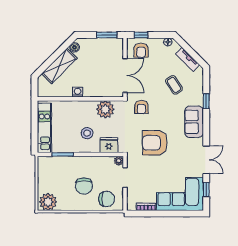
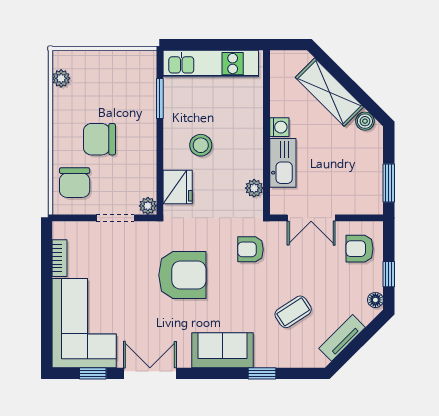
window: (141, 35) -> (389, 274), moved
double door: (125, 75) -> (311, 218), width x0.73
kitchen sink: (96, 90) -> (283, 163), added
plant: (105, 109) -> (254, 188), width x0.53, depth x0.53
armchair: (155, 143) -> (182, 275), turned 90
double door: (206, 160) -> (150, 373), swing flipped
plant: (48, 202) -> (61, 78), width x0.53, depth x0.53

